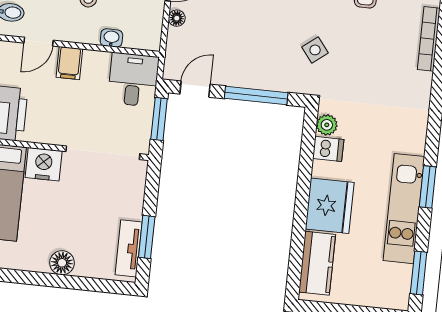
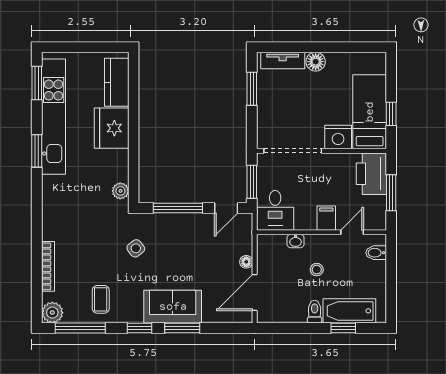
dishwasher: (328, 149) -> (117, 172), removed
kitchen unit: (404, 209) -> (54, 117), width x1.36
tv unit: (129, 248) -> (283, 60), moved, turned 90

